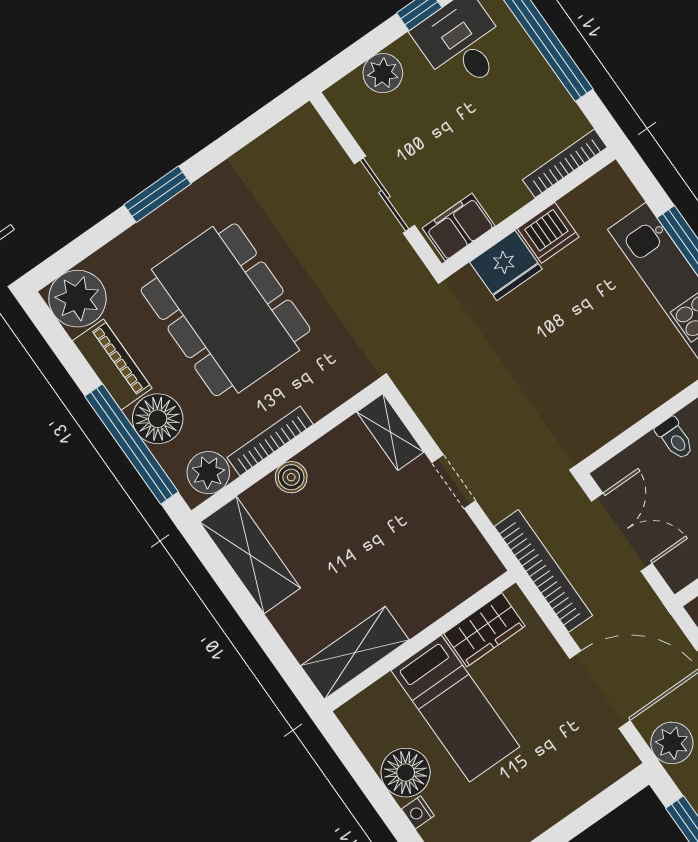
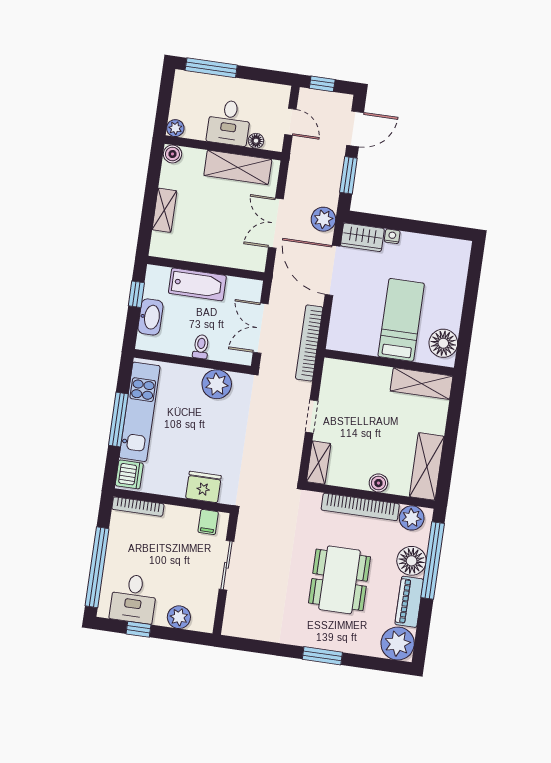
filing cabinet: (459, 227) -> (208, 522), width x0.50
dishwasher: (548, 233) -> (129, 474), moved, turned 90
dining table: (226, 310) -> (340, 580), width x0.73, depth x0.80
plant: (611, 410) -> (217, 384), added
bookcase: (270, 441) -> (360, 507), width x1.48, depth x1.31
wardrobe: (484, 630) -> (362, 237), moved, turned 180
floor lamp: (406, 773) -> (443, 343), moved
nightstand: (418, 812) -> (392, 236), moved, turned -90

